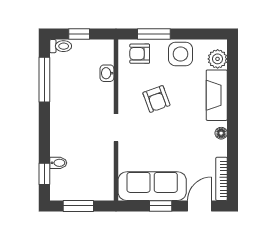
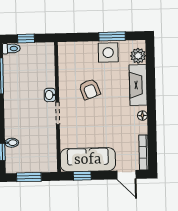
window: (154, 34) -> (112, 36), moved
armchair: (140, 54) -> (75, 53), removed
washbasin: (107, 73) -> (50, 95), moved
window: (161, 206) -> (82, 176), moved
door: (200, 206) -> (126, 175), swing flipped

